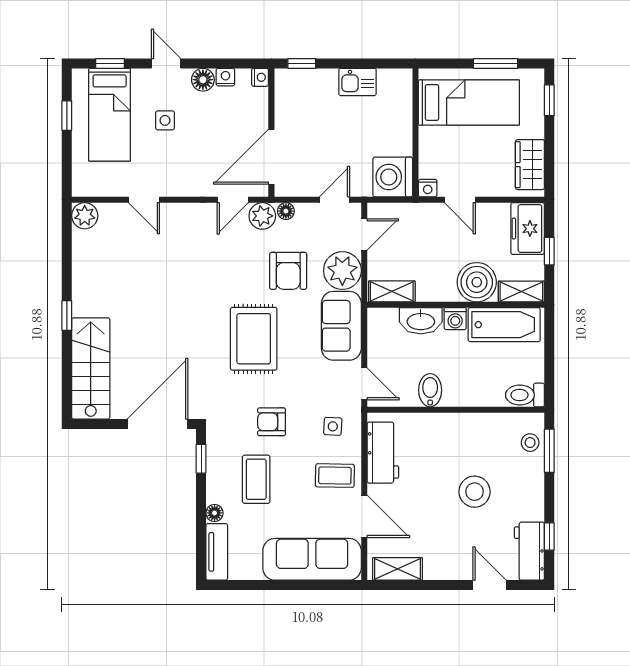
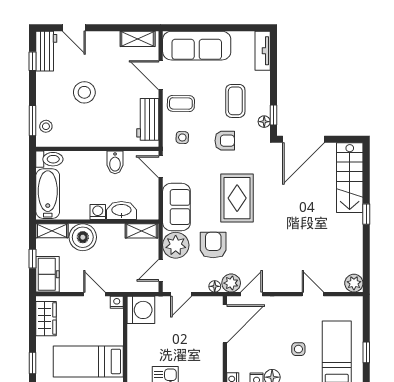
bathtub: (504, 325) -> (48, 194), moved, turned 90
floor lamp: (215, 513) -> (264, 122), moved

